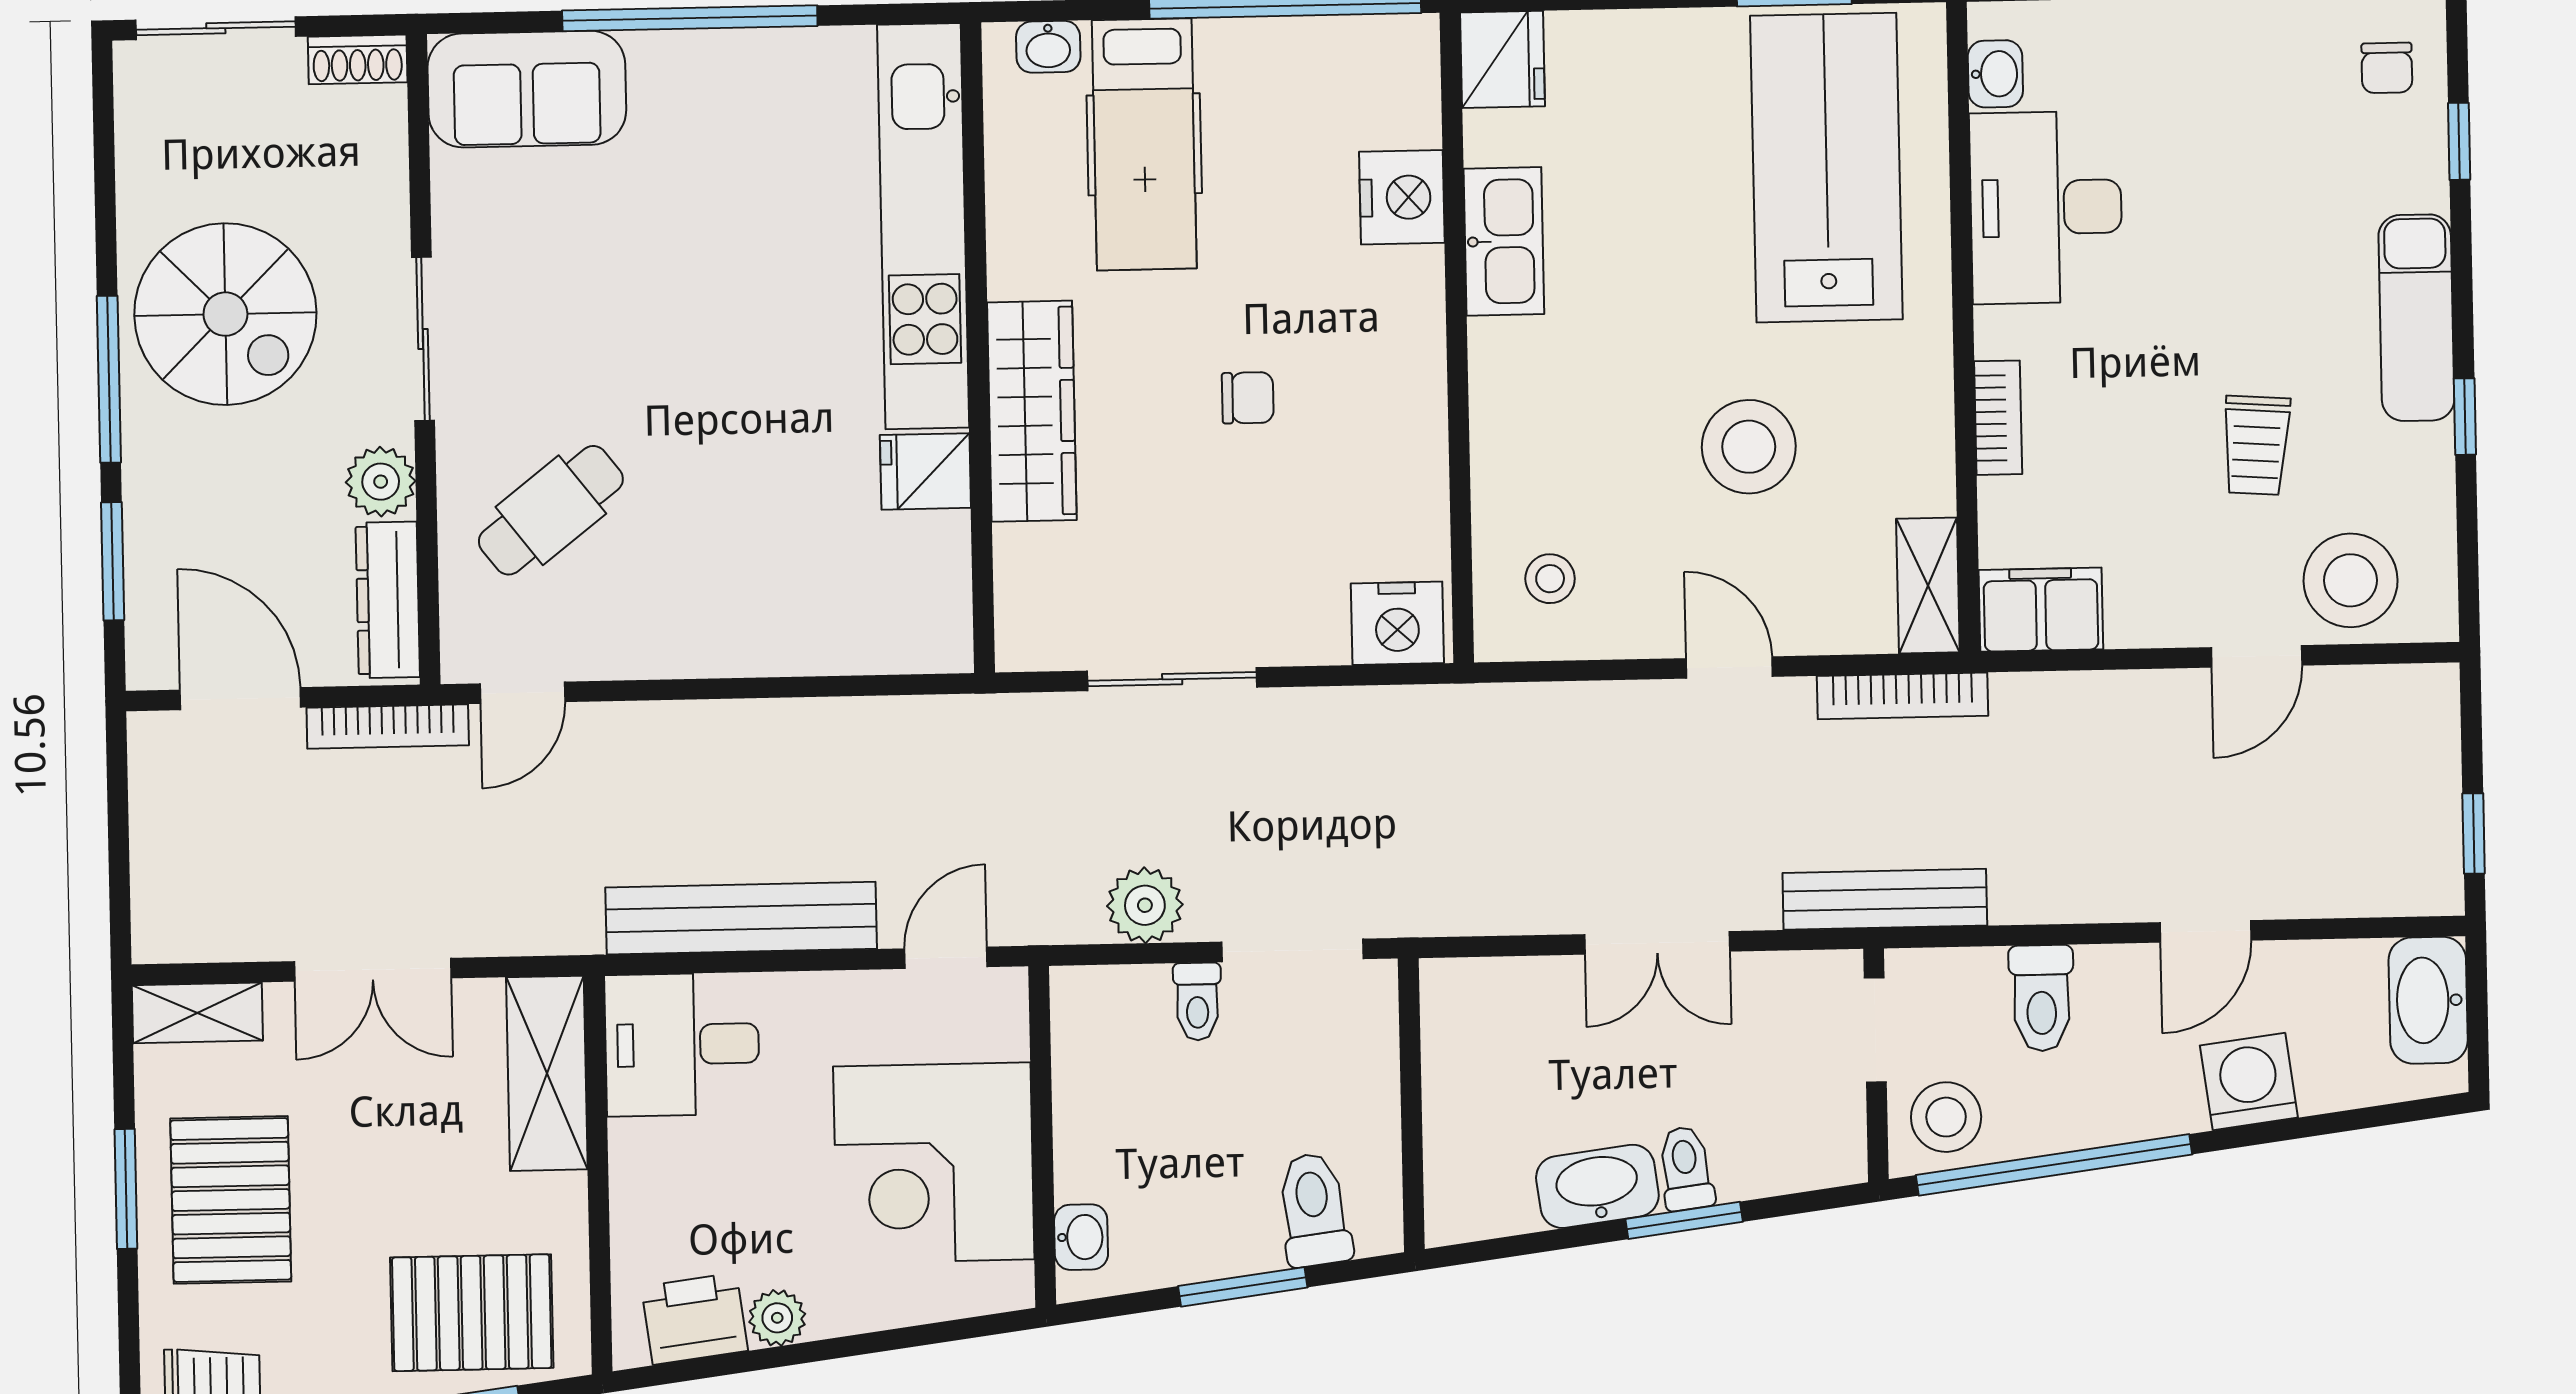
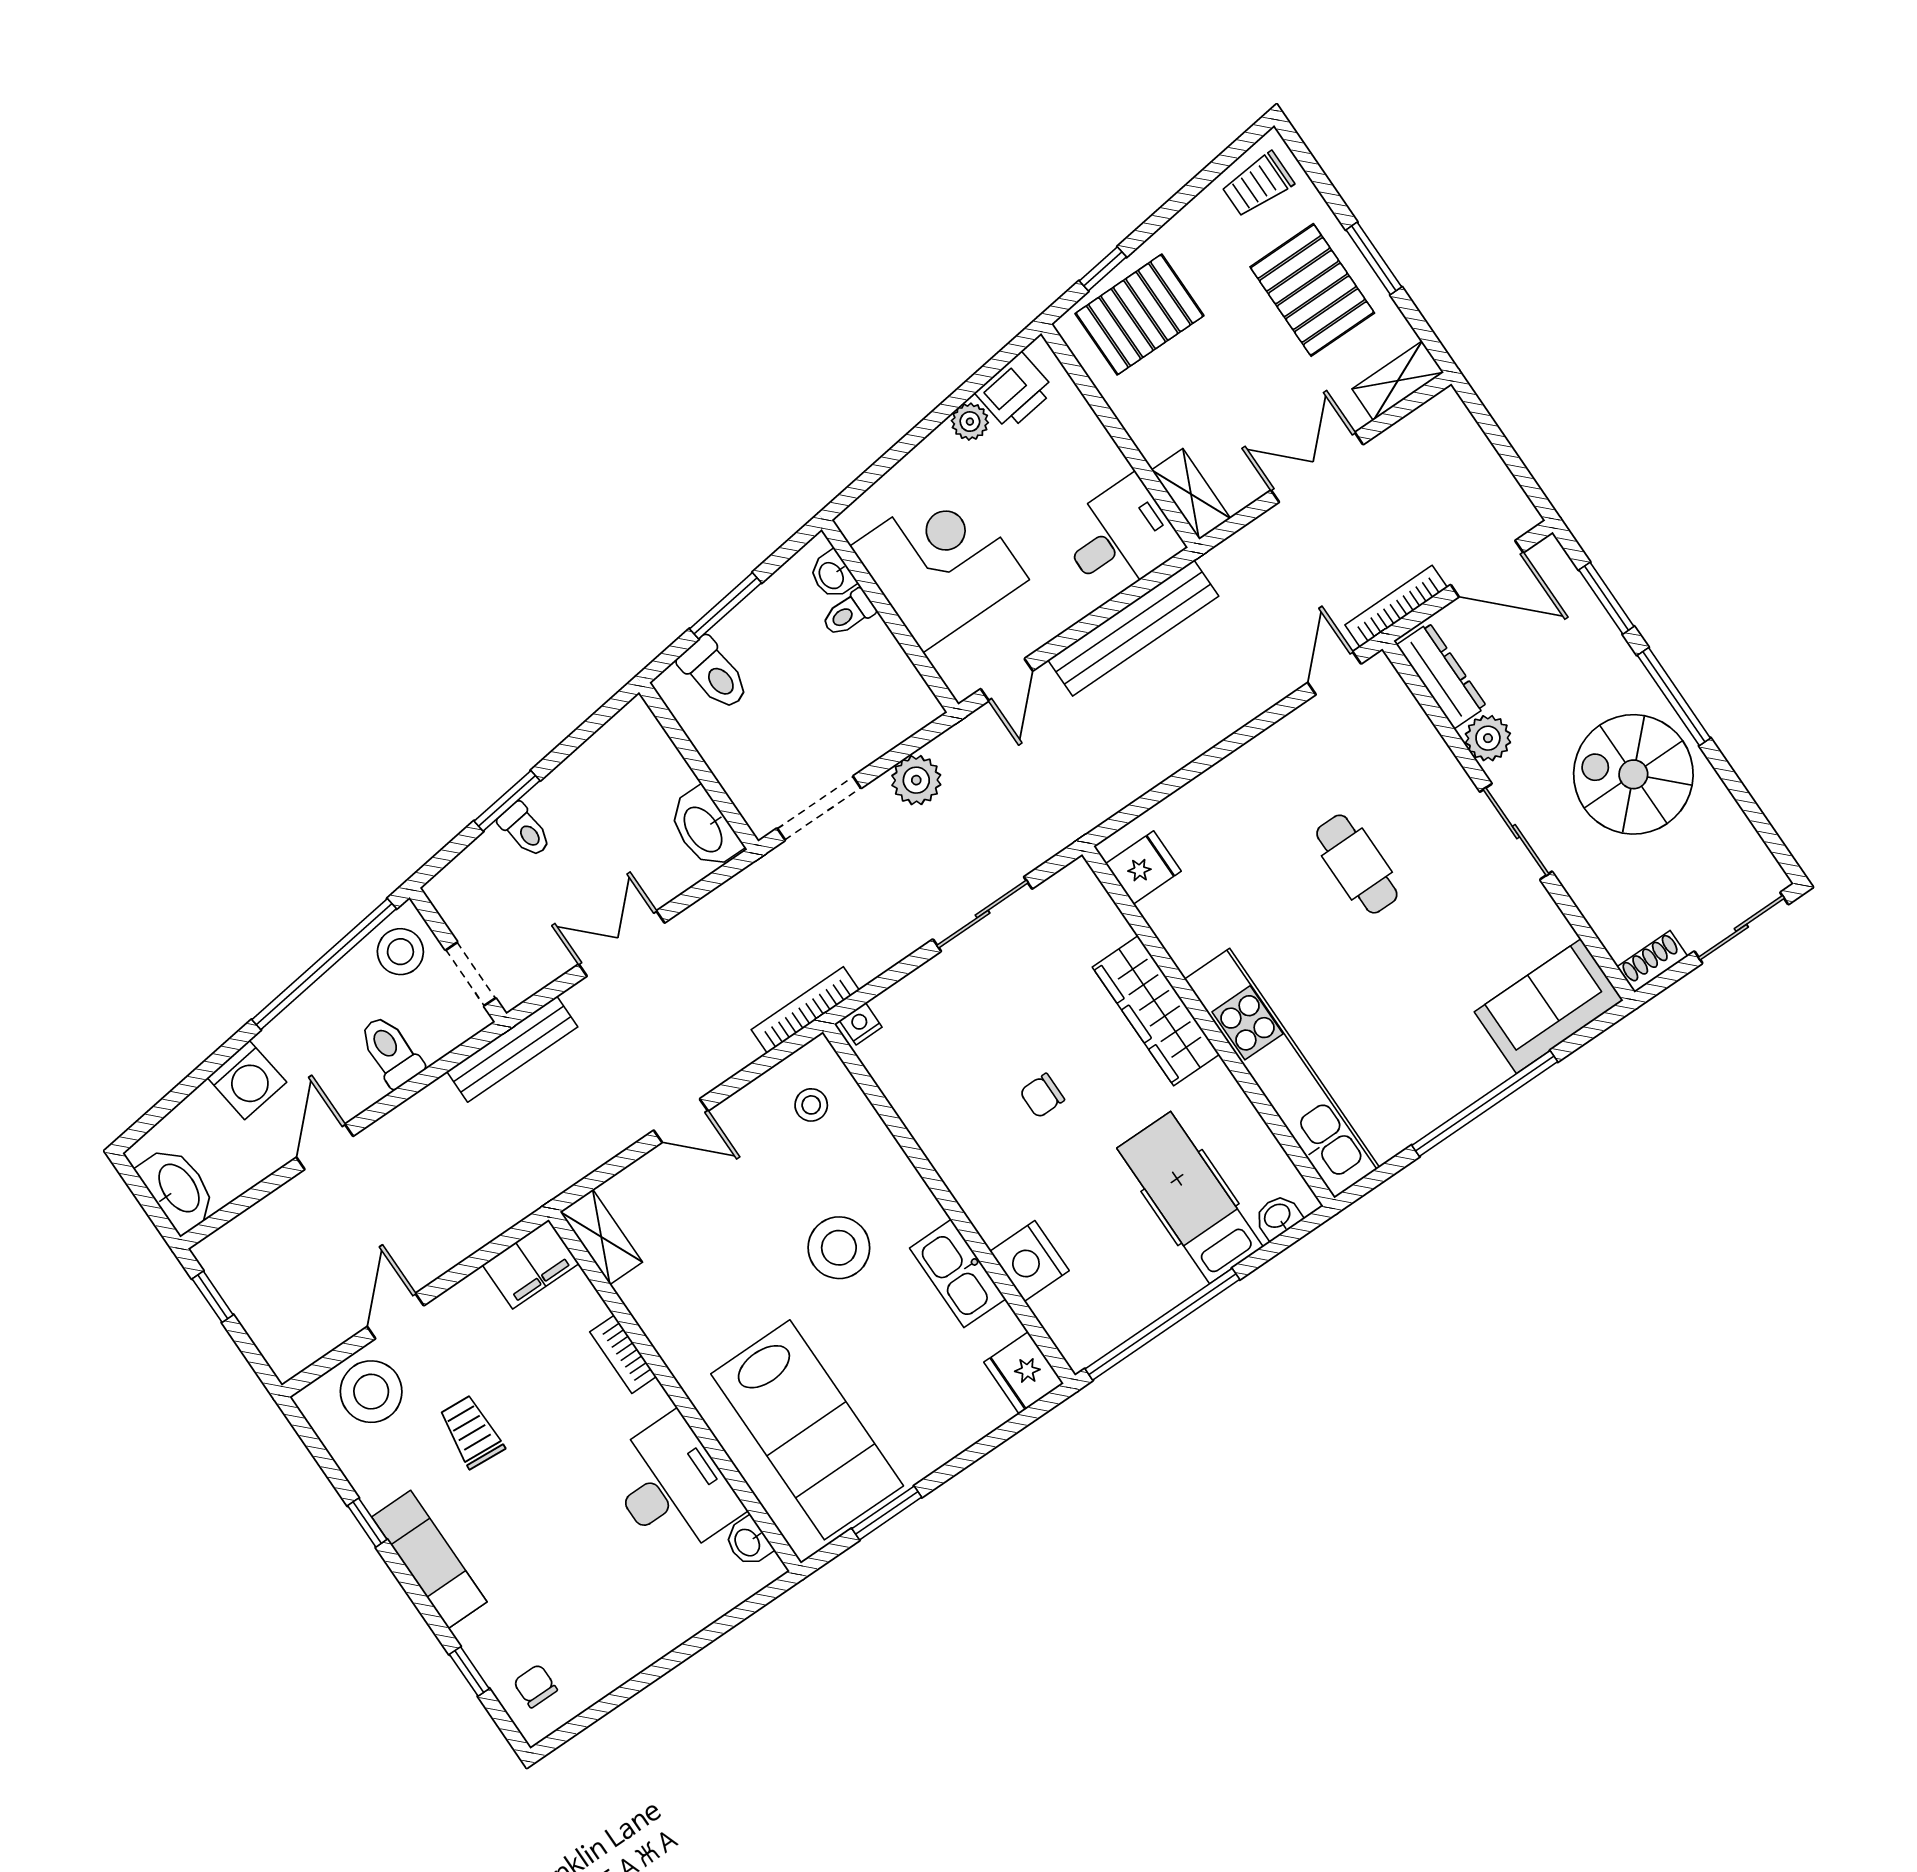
stool: (1749, 447) -> (839, 1248), moved
fridge: (925, 471) -> (1143, 867), moved
cafe table: (551, 510) -> (1357, 864), moved, turned -52
nightstand: (1397, 623) -> (861, 1024), width x0.53, depth x0.56
bookcase: (1902, 696) -> (805, 1010), moved
toilet: (1197, 1002) -> (848, 613), moved, turned -90
shelving: (547, 1073) -> (1191, 494), width x0.67, depth x0.75
washbasin: (1597, 1186) -> (704, 829), moved, turned 97

